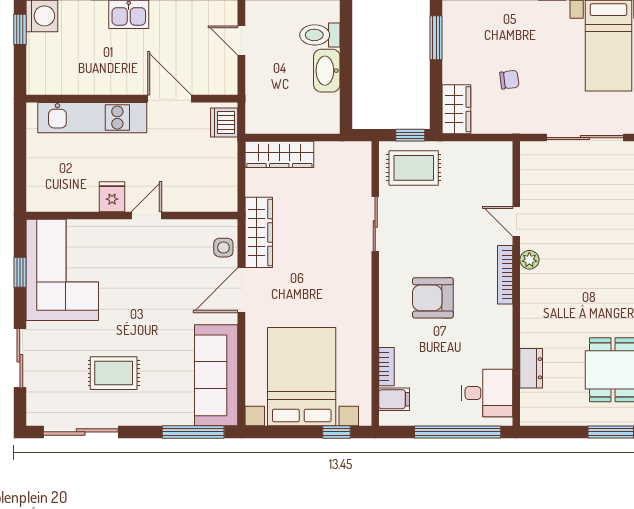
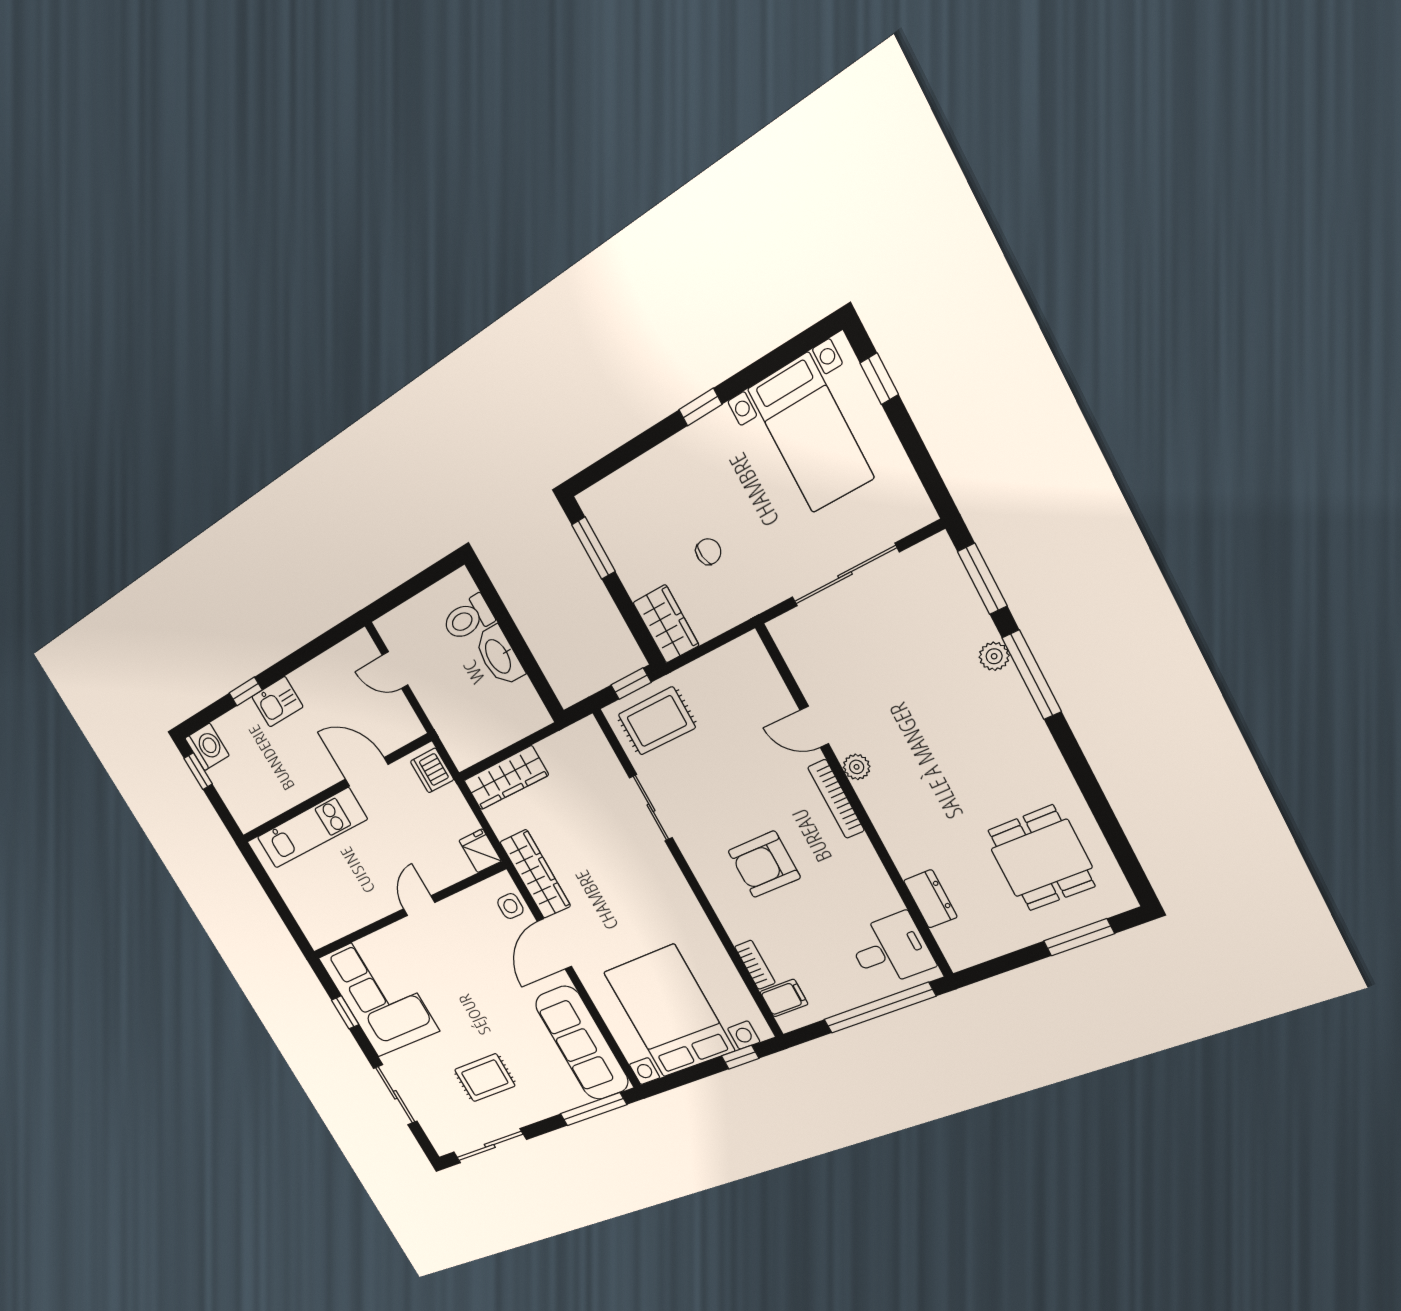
fridge: (112, 197) -> (480, 851), moved

